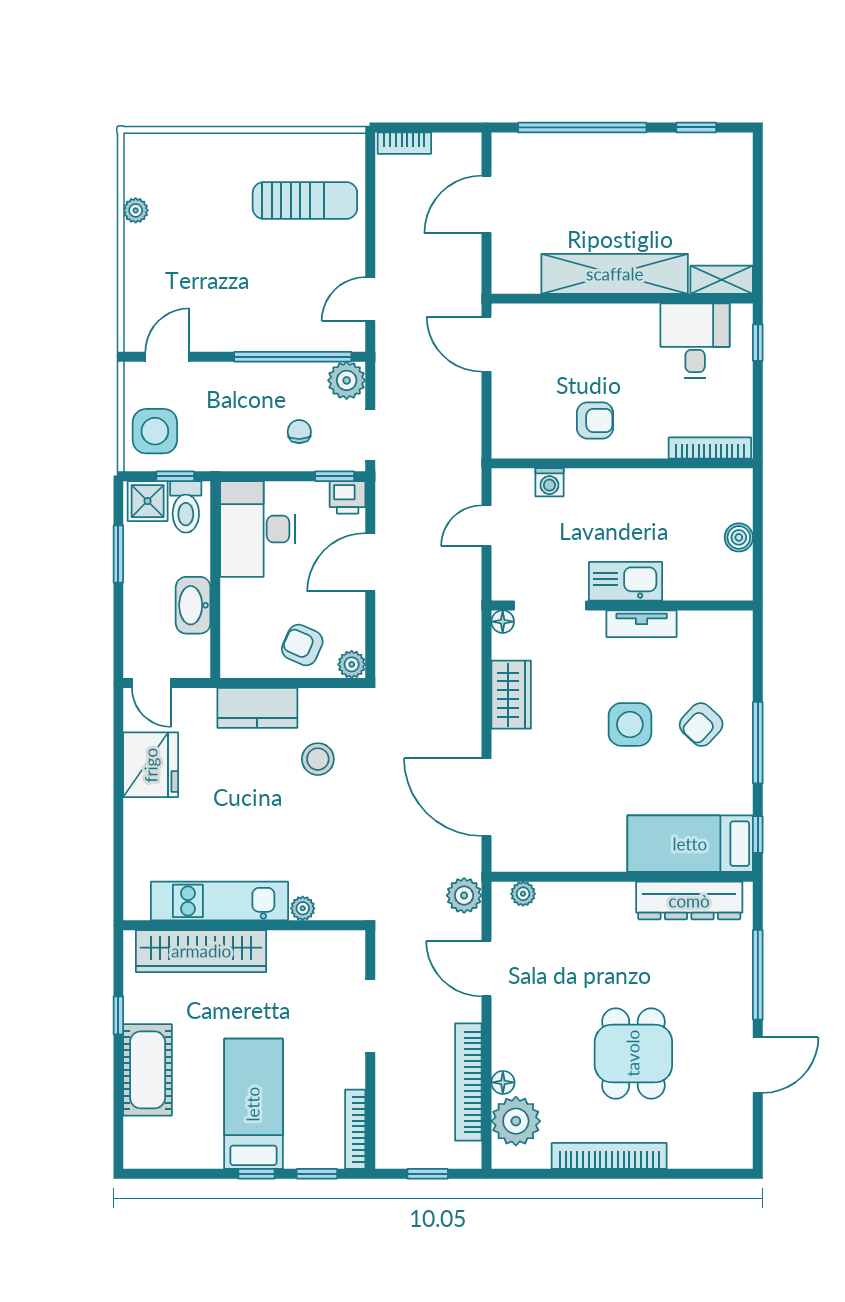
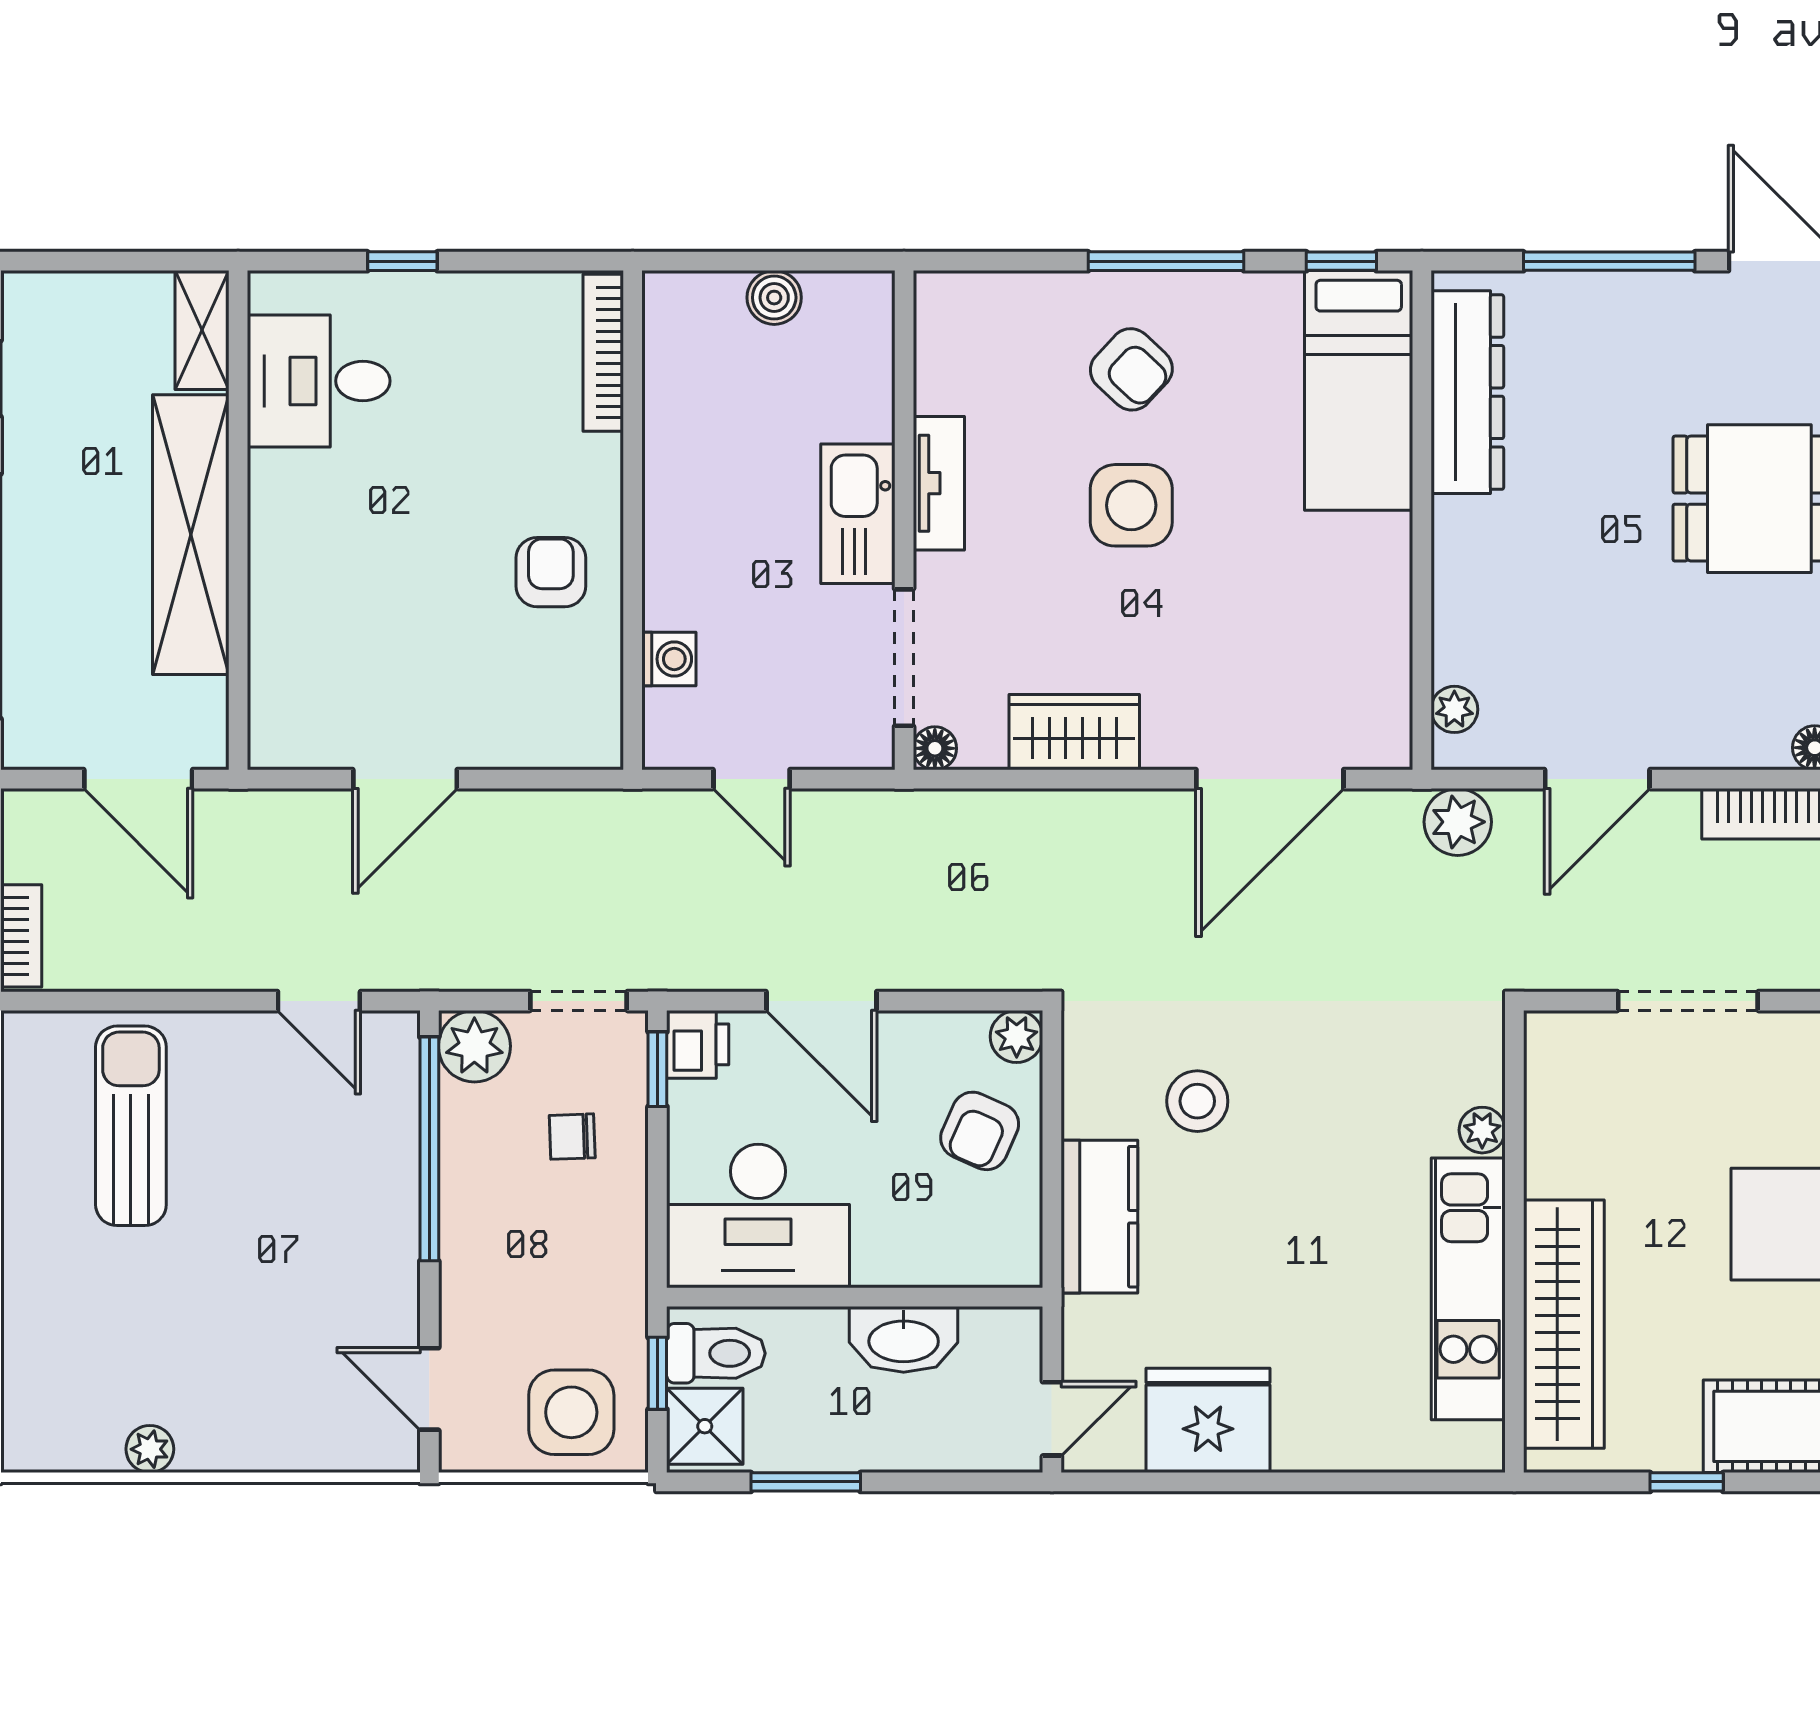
shelving: (615, 274) -> (191, 535), moved
shelving: (722, 280) -> (202, 330), moved
wall: (622, 299) -> (238, 520), moved
desk: (695, 341) -> (319, 381), moved

